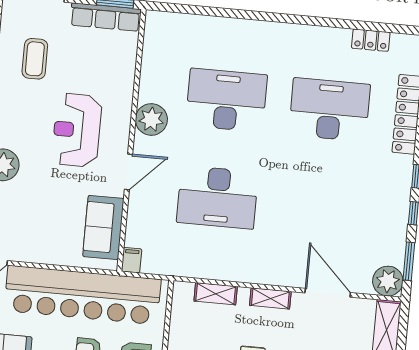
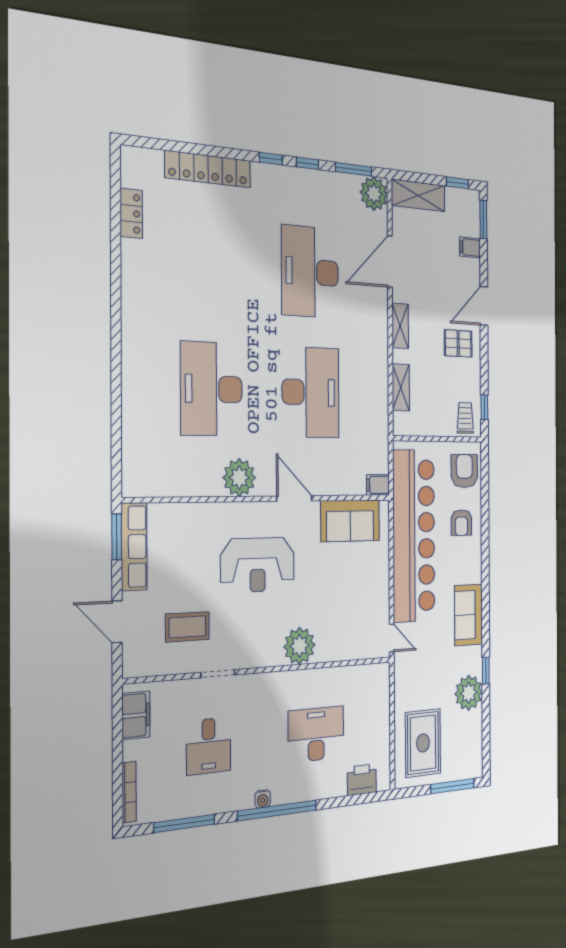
desk: (329, 110) -> (310, 272), moved

